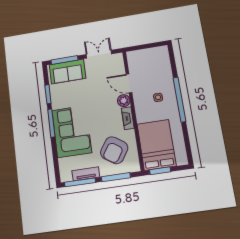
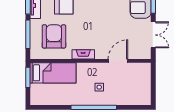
plant: (124, 101) -> (101, 53), removed
bed: (156, 145) -> (53, 73), width x0.67
armchair: (114, 150) -> (54, 36), turned 56

